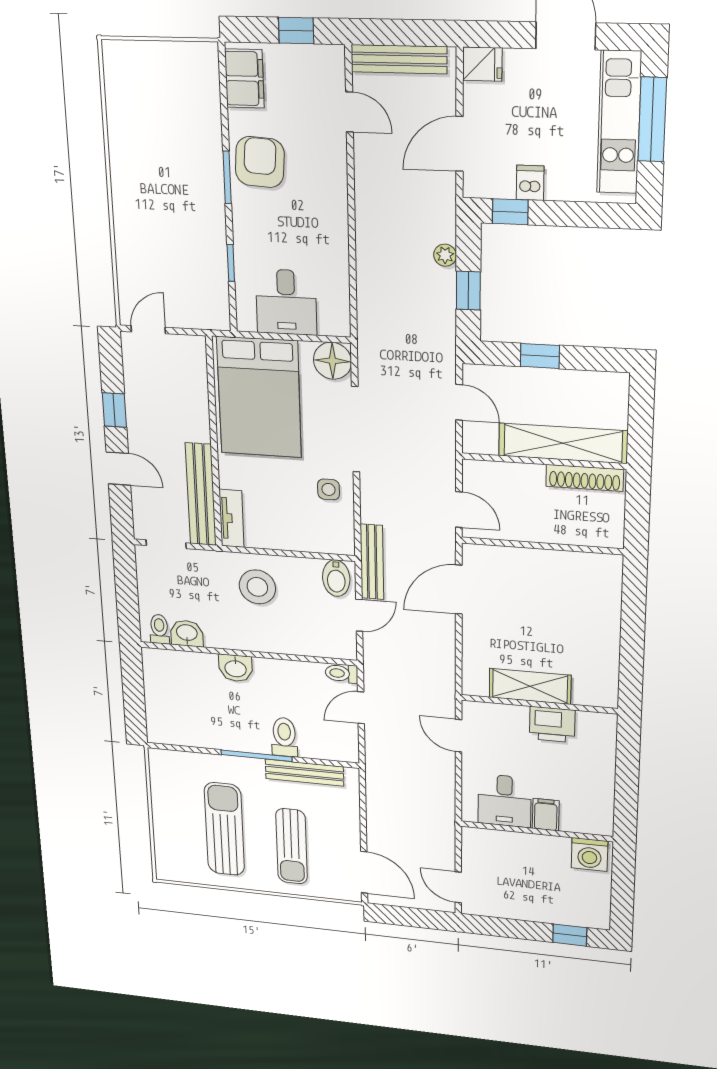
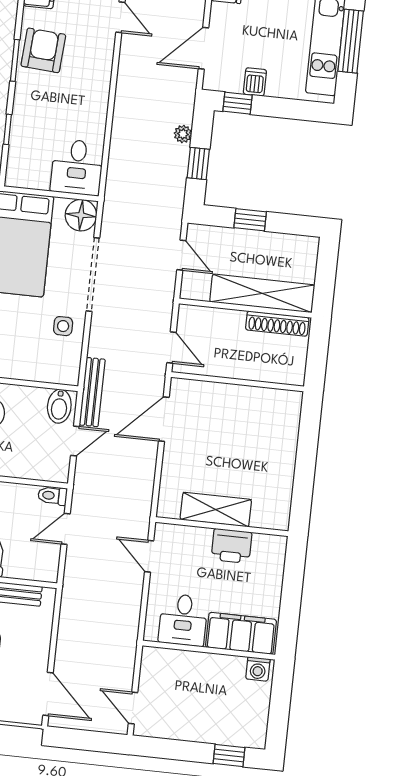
desk: (286, 302) -> (77, 167), moved
filing cabinet: (546, 815) -> (241, 633), width x3.00, depth x1.17
washing machine: (590, 854) -> (258, 669), width x0.73, depth x0.73

